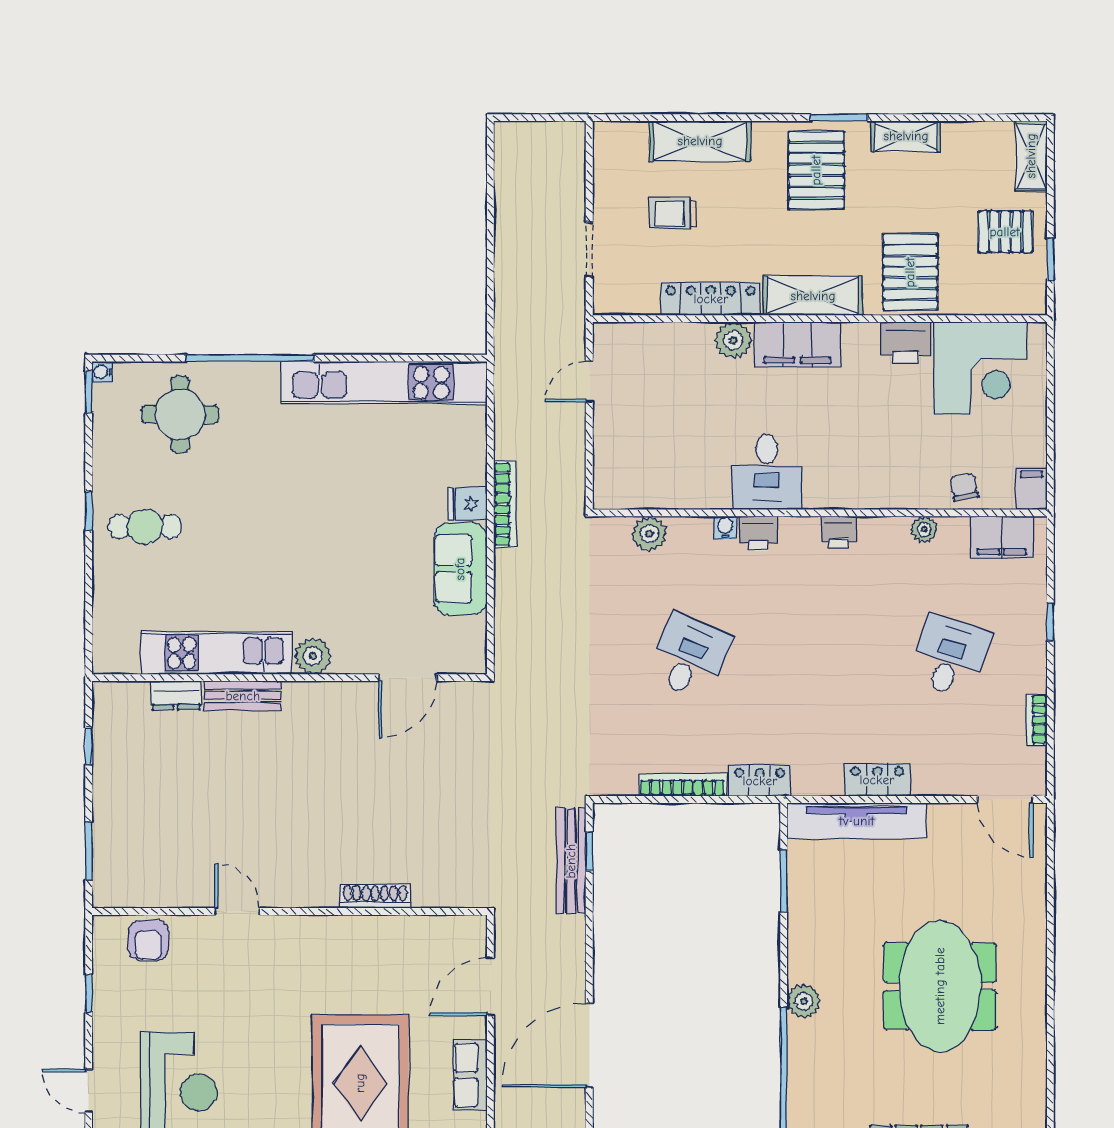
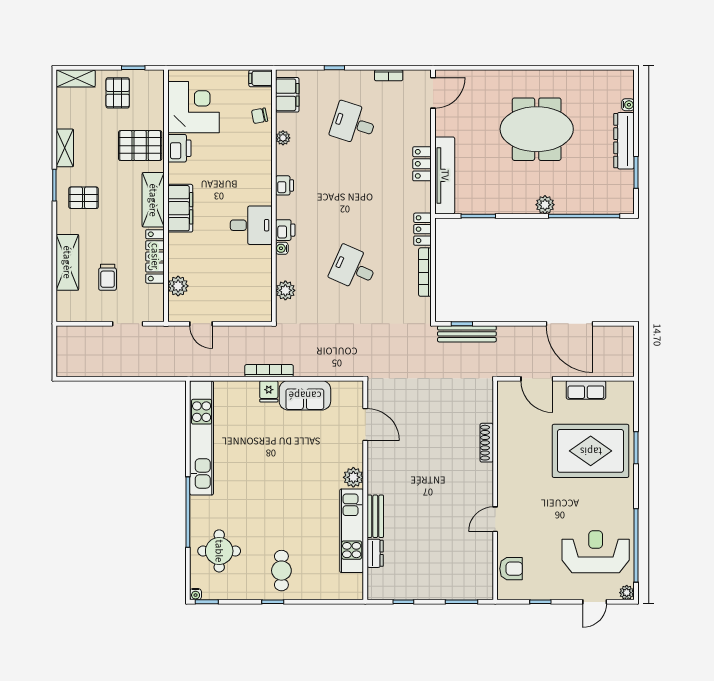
pallet: (816, 170) -> (84, 198), width x0.67, depth x0.71
plant: (733, 340) -> (178, 286), moved

